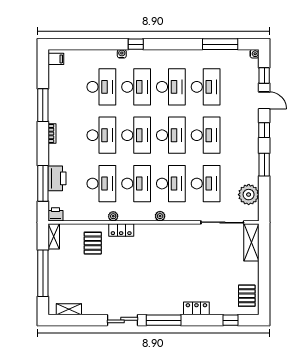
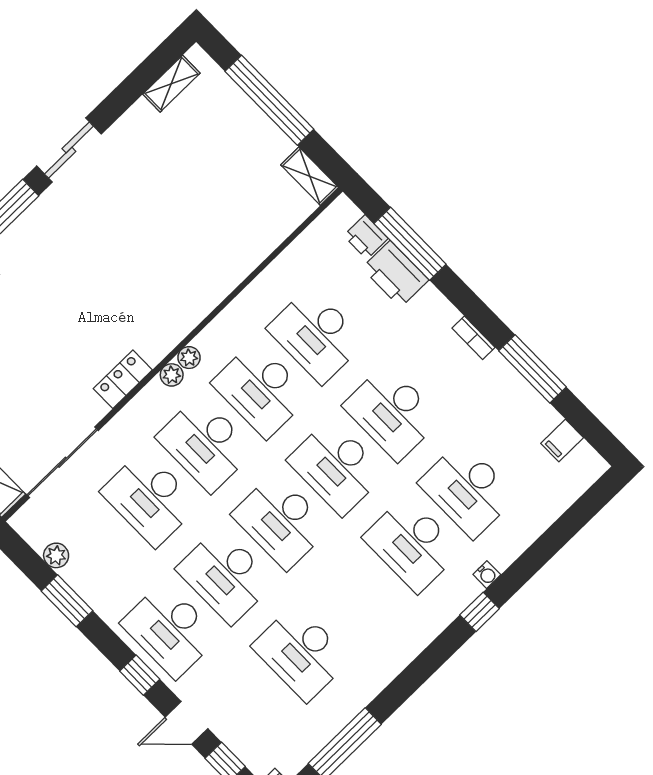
filing cabinet: (56, 59) -> (562, 440), moved
desk: (171, 87) -> (170, 630), moved
window: (264, 165) -> (67, 601), moved
plant: (249, 195) -> (56, 555), width x0.53, depth x0.53
printer: (56, 214) -> (366, 237), moved, turned 90
plant: (113, 216) -> (189, 358), moved
locker: (121, 230) -> (123, 379), moved
pallet: (93, 243) -> (237, 227), removed

